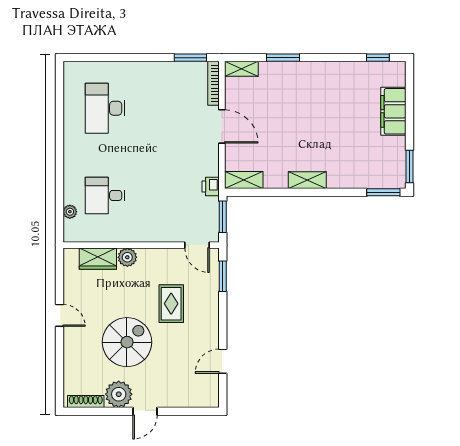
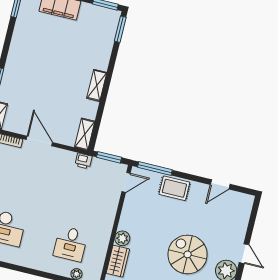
door: (222, 126) -> (39, 141), hinge flipped
window: (223, 276) -> (155, 168), width x1.44
rug: (171, 304) -> (174, 188), moved
door: (223, 361) -> (220, 184), hinge flipped

